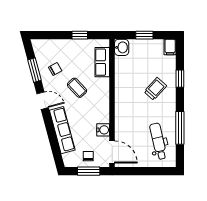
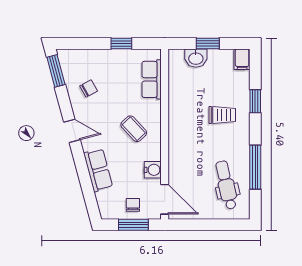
washbasin: (122, 47) -> (196, 58), moved, turned 90
window: (34, 70) -> (56, 71), moved
coffee table: (77, 88) -> (134, 129), moved
trolley: (155, 89) -> (222, 115), turned 48
row of seats: (62, 130) -> (98, 170), width x0.68

